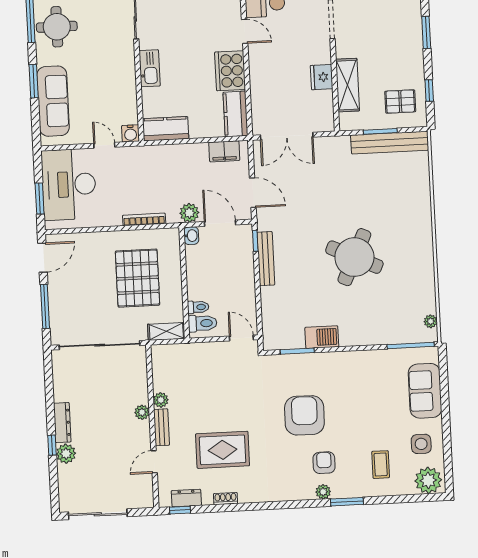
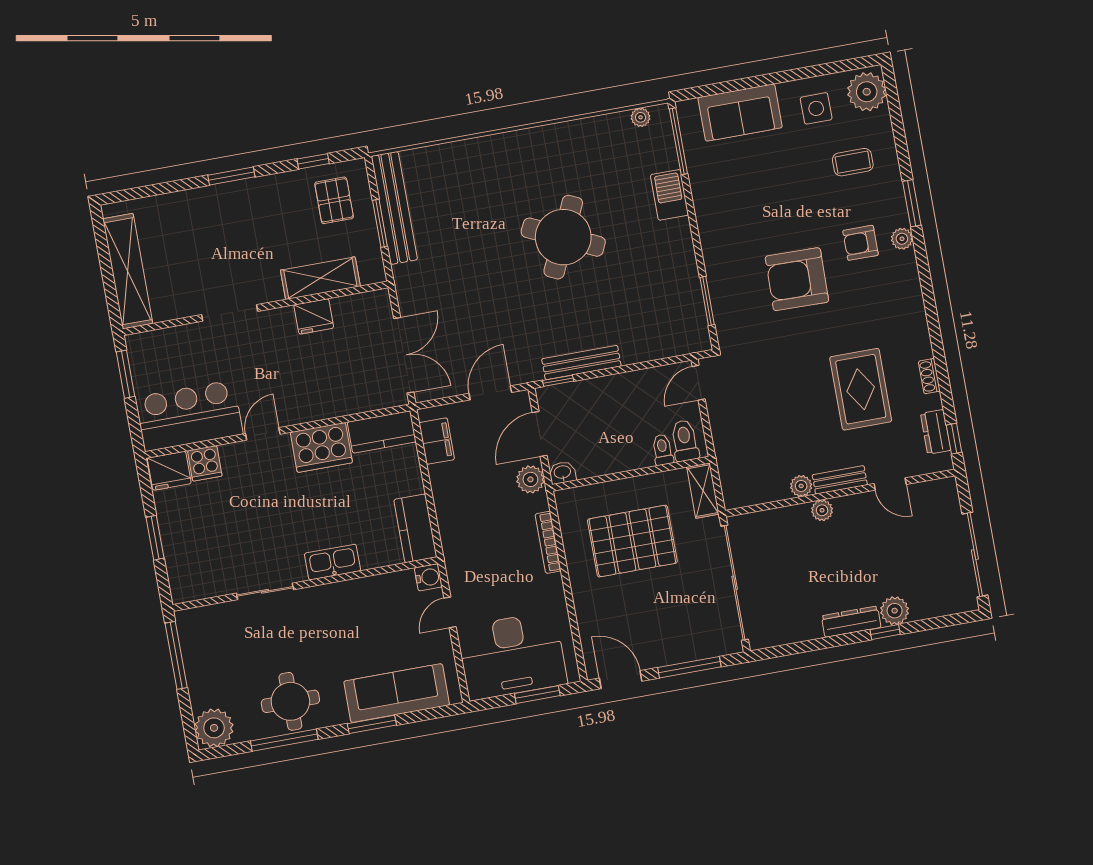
barbecue: (322, 337) -> (669, 195), moved

